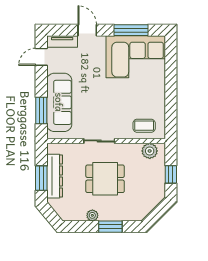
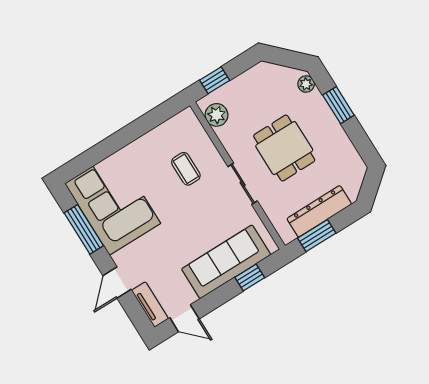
window: (41, 111) -> (250, 277), width x0.67
coffee table: (144, 126) -> (186, 169), moved
window: (171, 174) -> (215, 80), moved
window: (41, 178) -> (317, 236), moved
plant: (92, 215) -> (306, 84), moved

